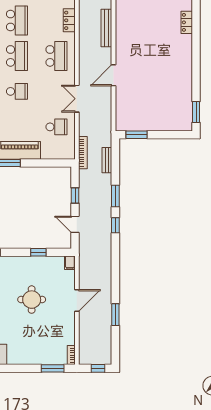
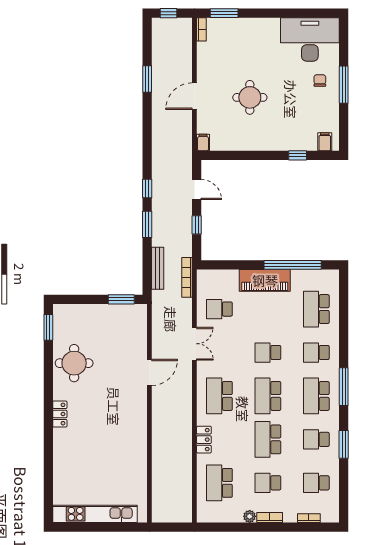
locker: (187, 22) -> (60, 414), moved
bench: (106, 28) -> (158, 430), removed
round table: (175, 83) -> (74, 363), added
bench: (107, 160) -> (158, 268), width x1.36
window: (38, 252) -> (242, 155), removed

